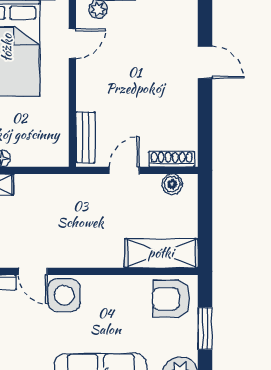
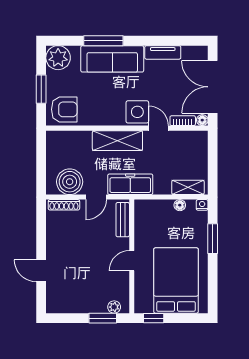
door: (72, 44) -> (132, 261), moved
boiler: (172, 184) -> (70, 182), width x1.86, depth x1.86
freezer: (74, 189) -> (130, 184), added
shelving: (161, 253) -> (117, 141), moved

